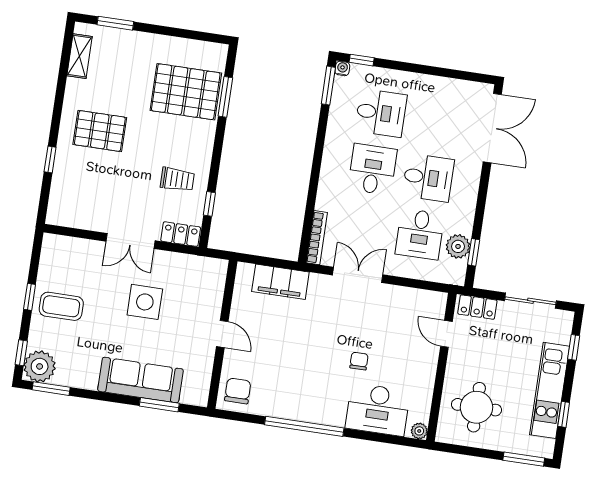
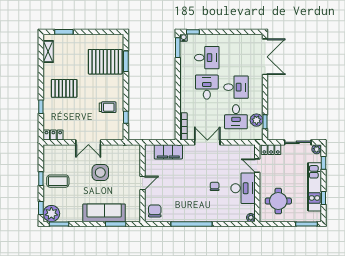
locker: (181, 234) -> (53, 135), moved
plant: (564, 319) -> (317, 149), added
door: (222, 334) -> (142, 183), hinge flipped
desk: (378, 410) -> (243, 188), moved, turned -90

